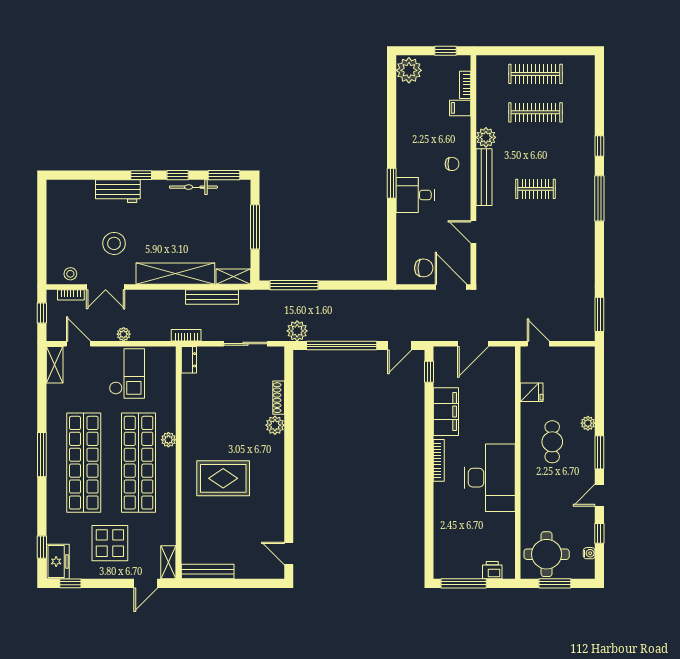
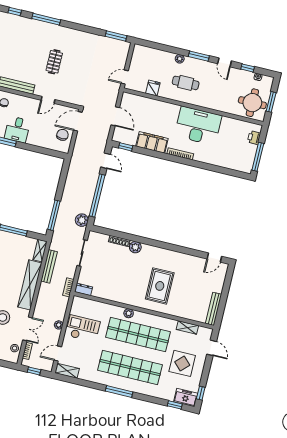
clothes rail: (535, 189) -> (54, 62), moved
shelving: (168, 562) -> (187, 328), moved

